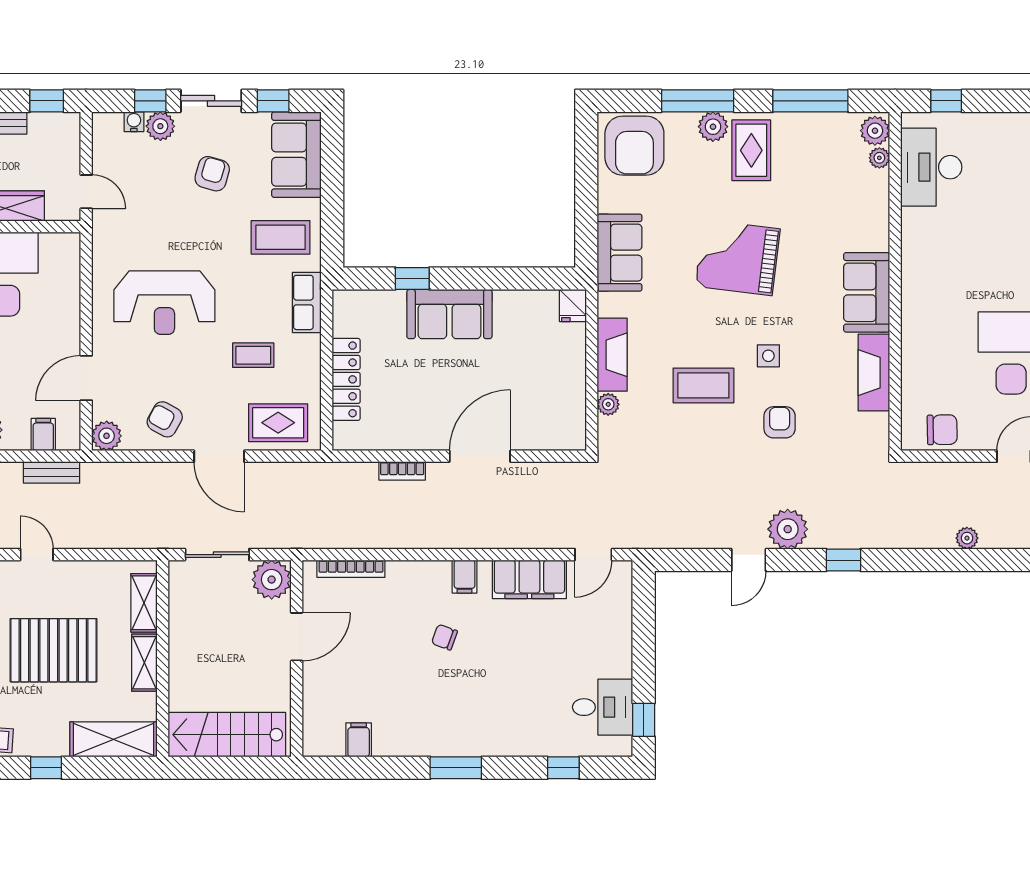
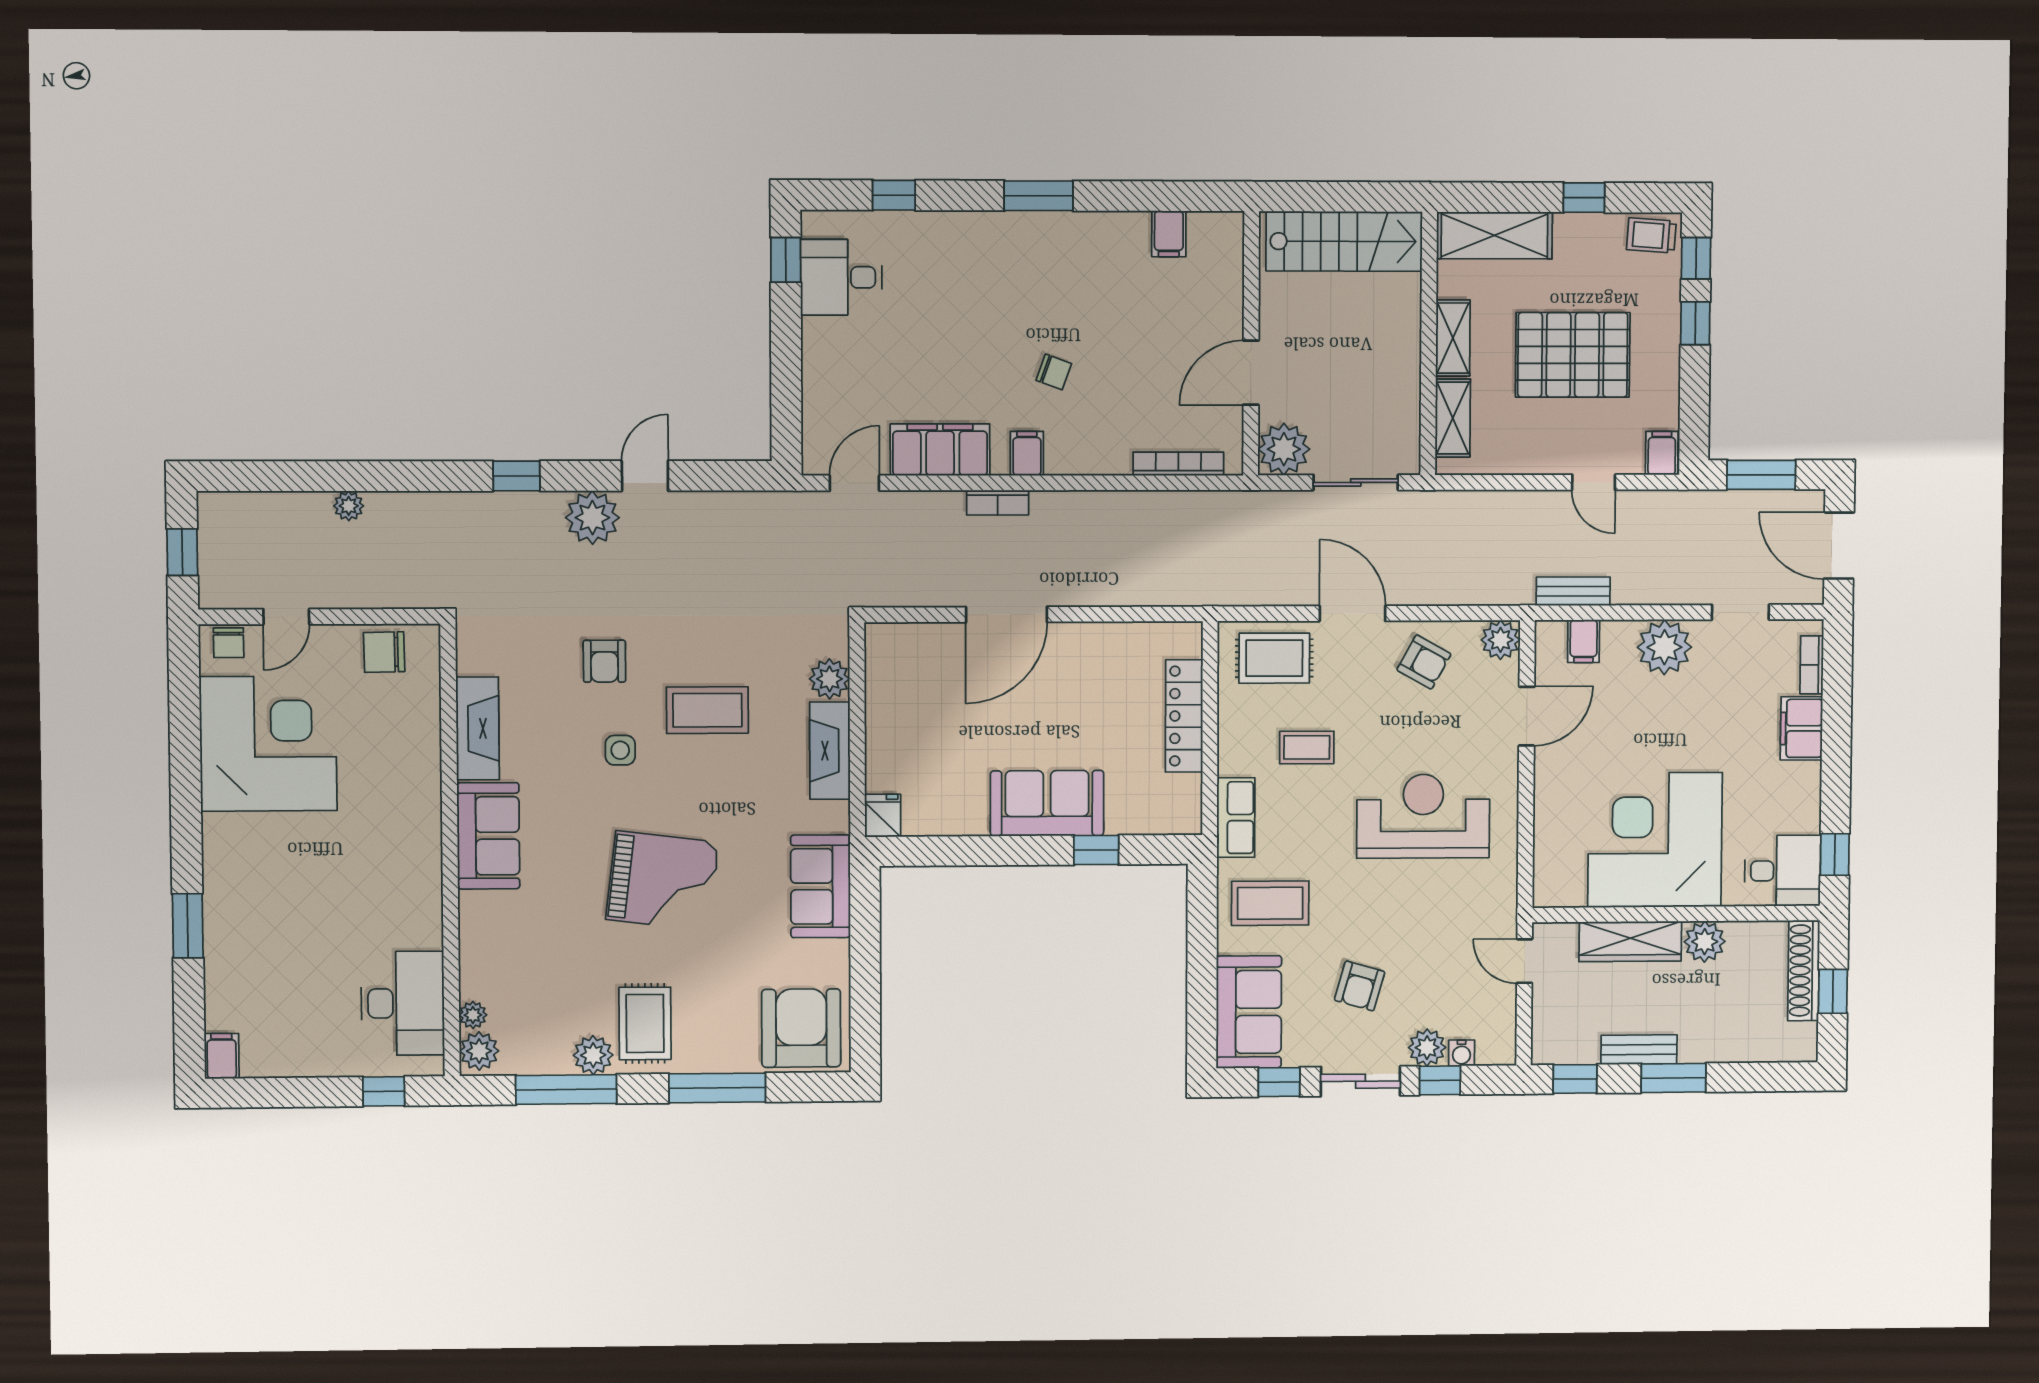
plant: (713, 127) -> (593, 1055), moved
plant: (608, 404) -> (830, 679), width x1.38, depth x1.38
bookcase: (402, 471) -> (998, 503), moved, turned 180

